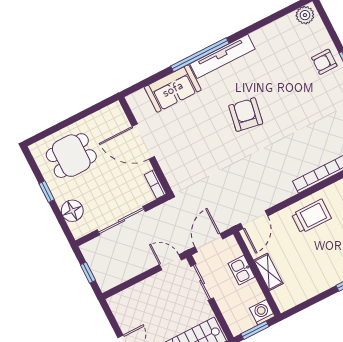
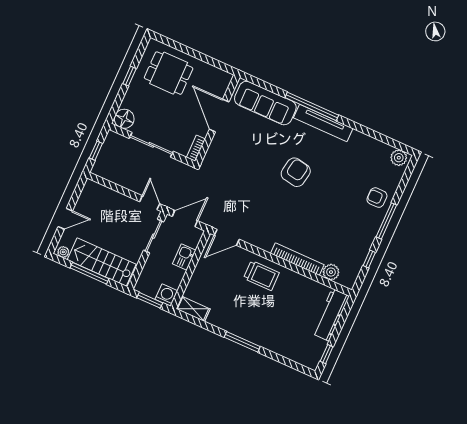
sofa: (173, 89) -> (265, 103), width x1.36
floor lamp: (72, 211) -> (124, 119), moved
shelving: (268, 272) -> (193, 309), moved, turned 90

